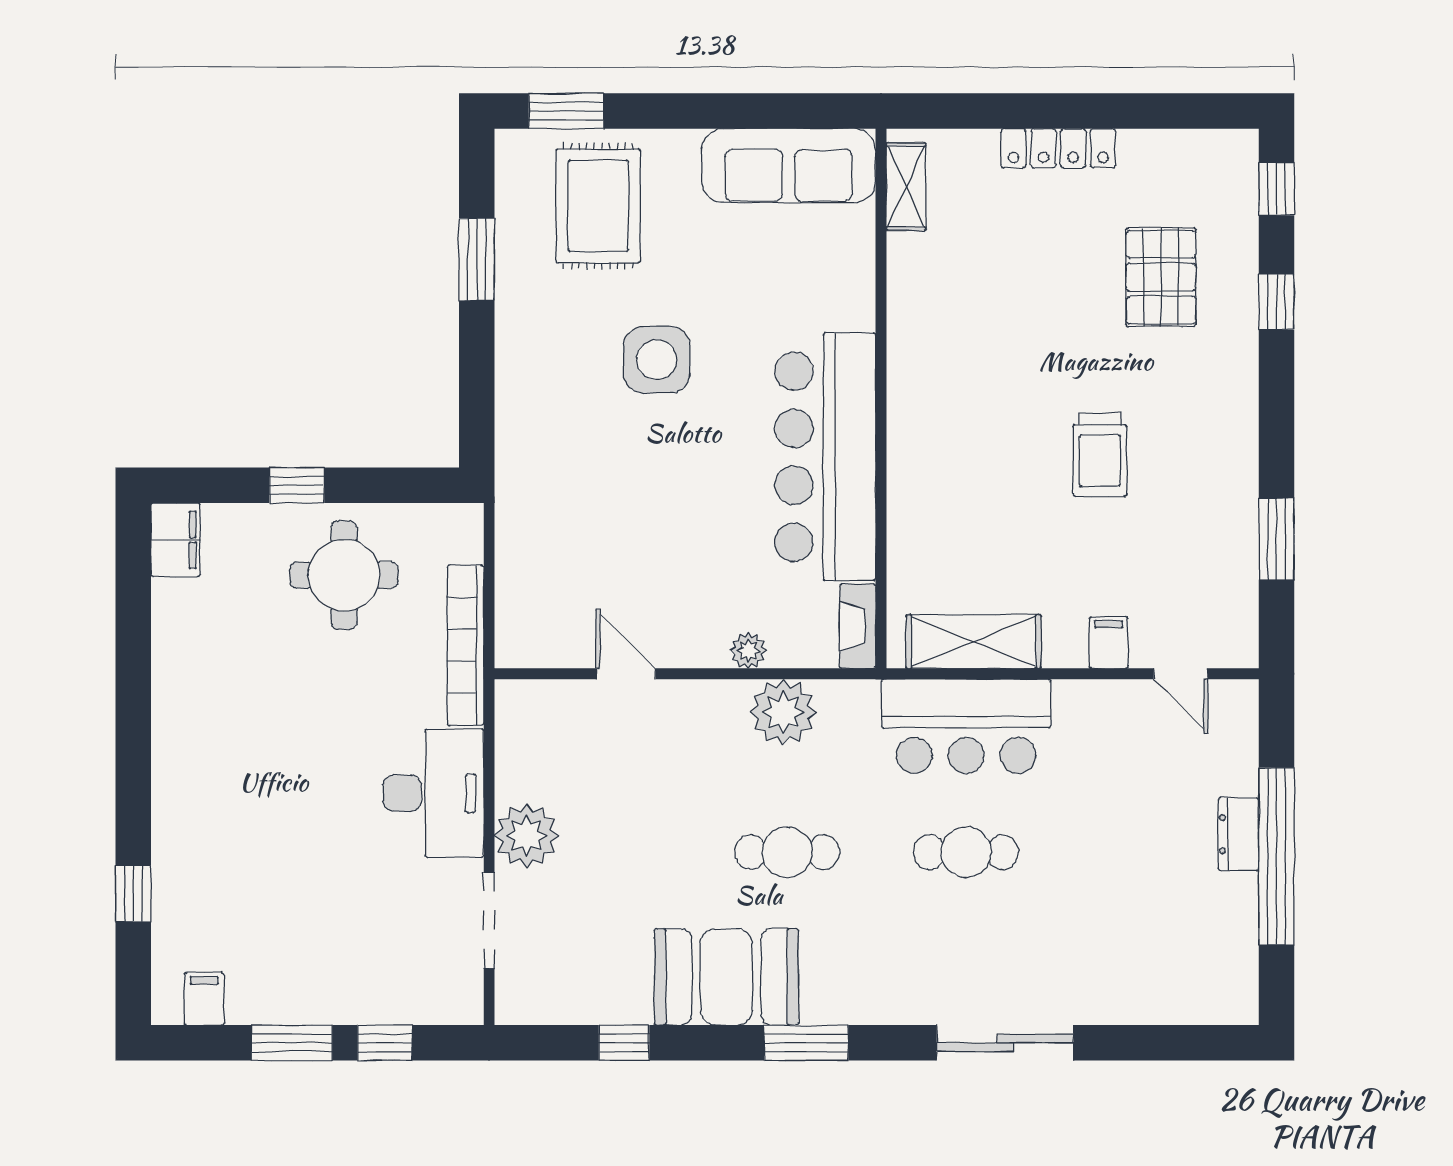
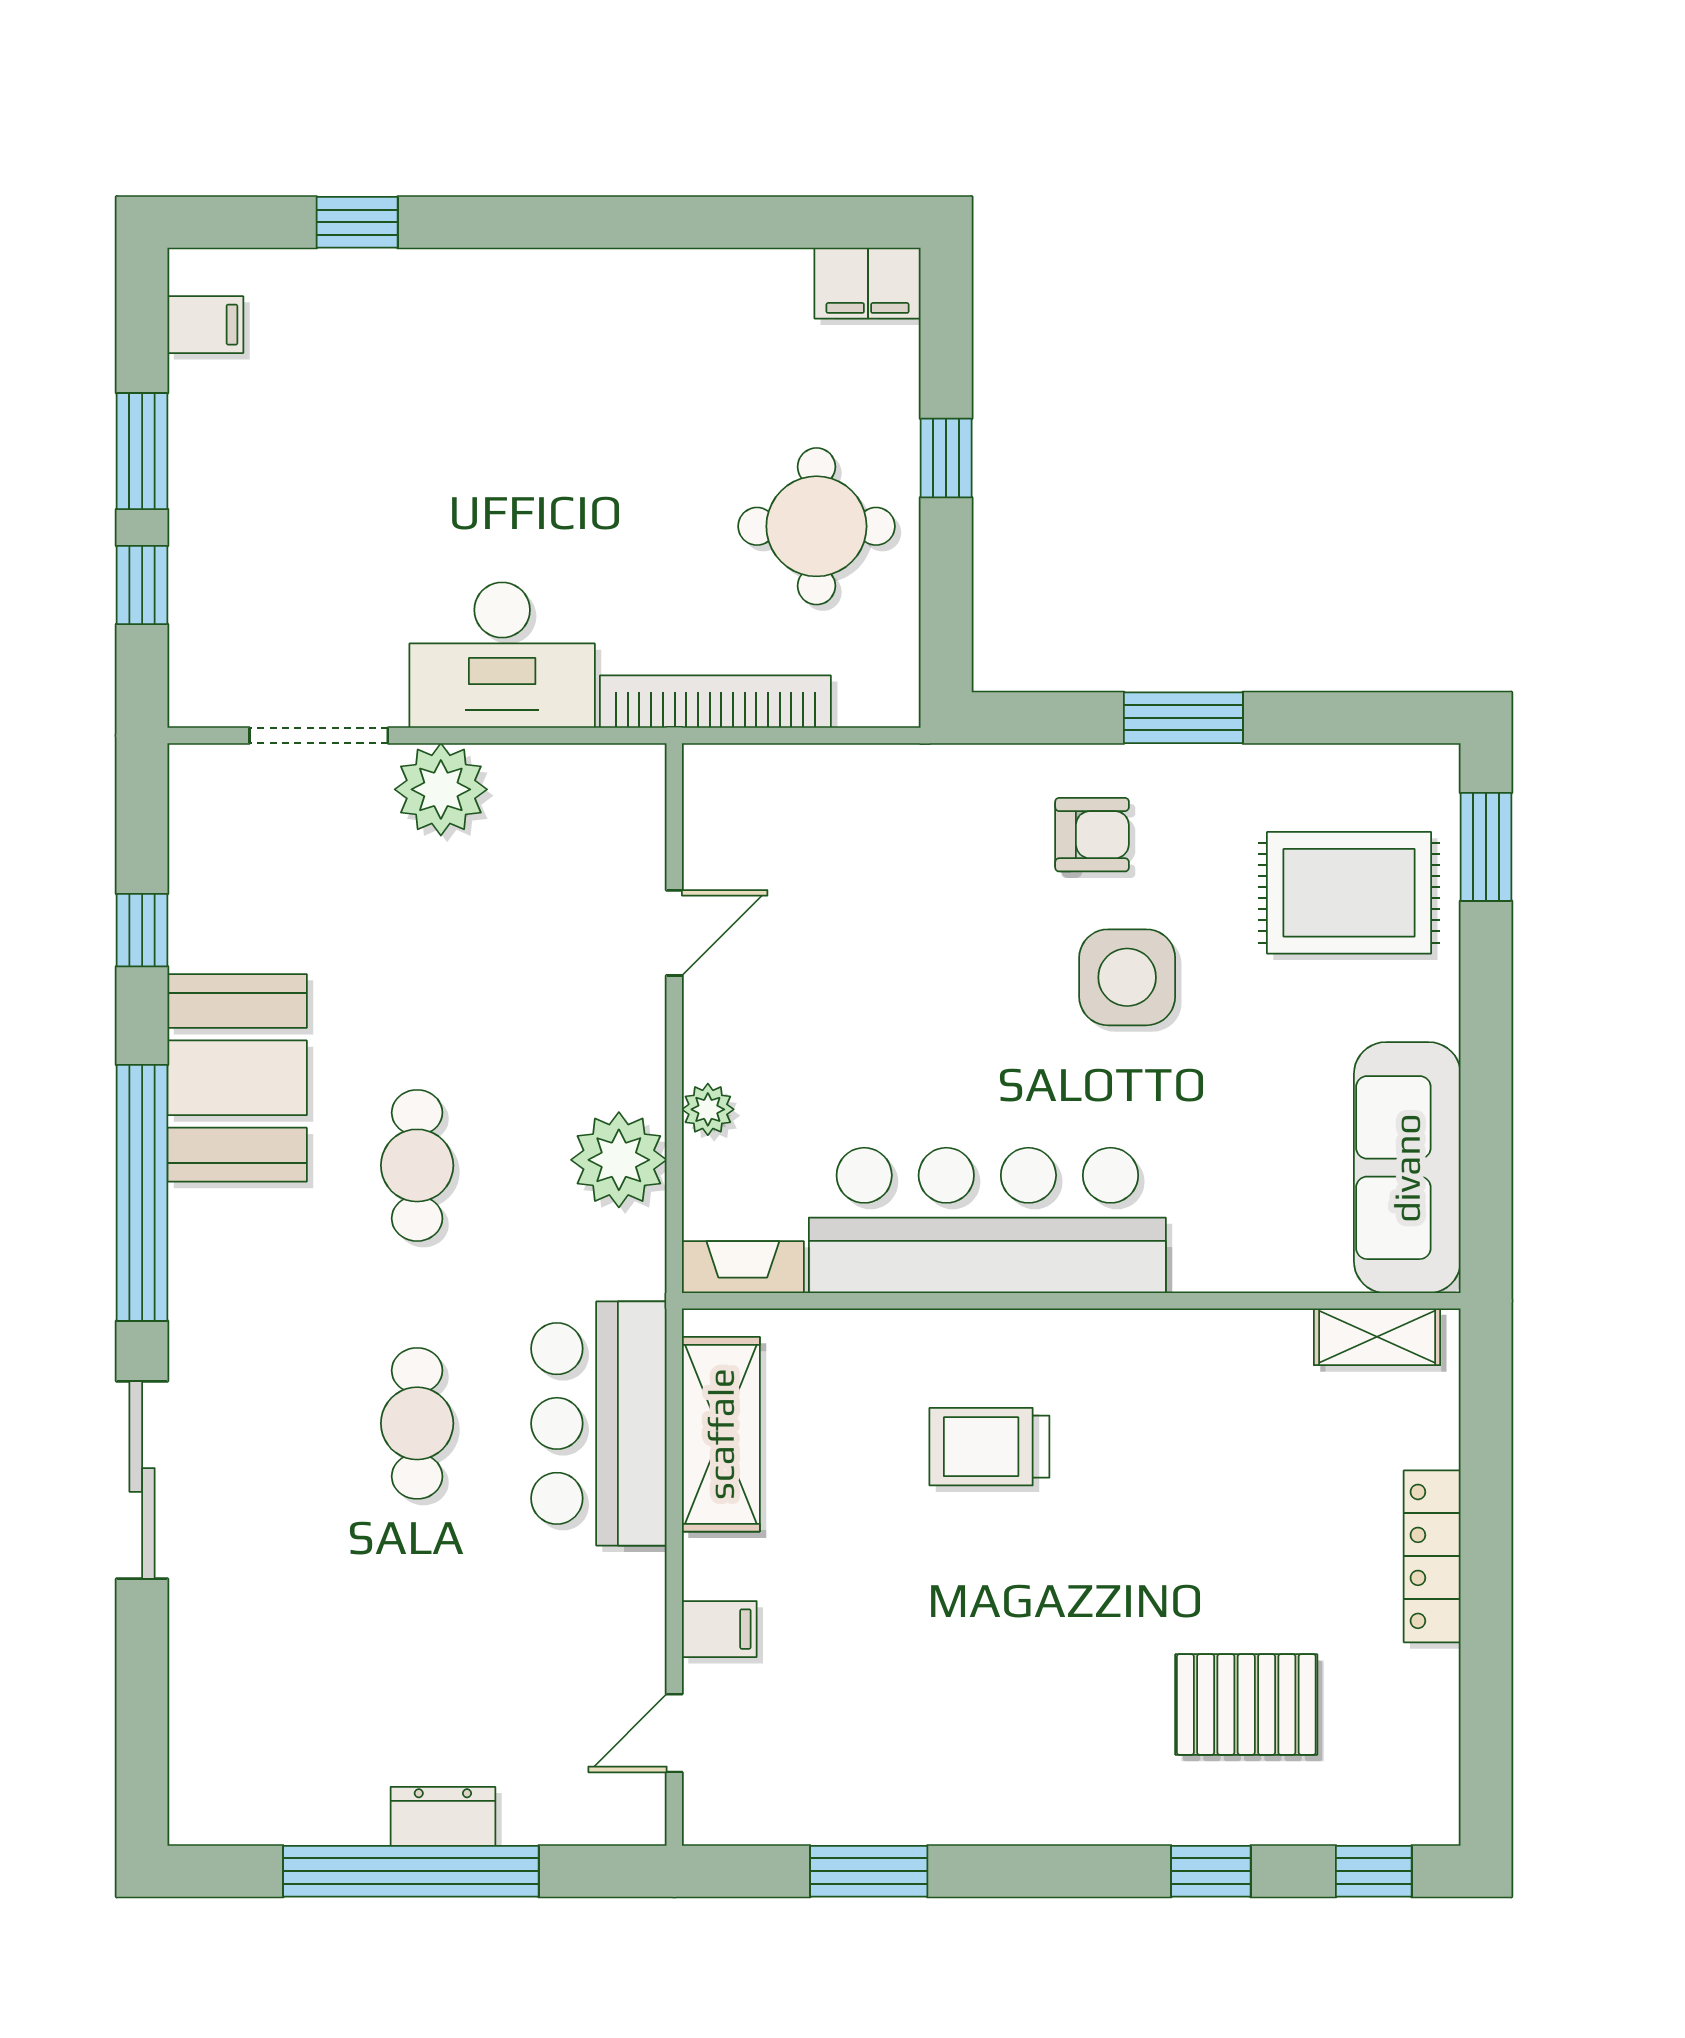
window: (477, 259) -> (1183, 718), moved
armchair: (558, 384) -> (1092, 835), added
trolley: (1100, 455) -> (989, 1447), moved
window: (806, 1043) -> (142, 1193), width x2.11

